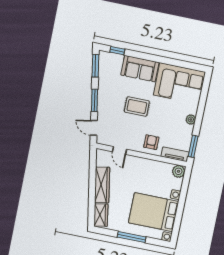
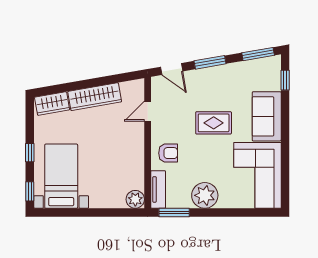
rug: (137, 107) -> (214, 123), turned 90
plant: (191, 119) -> (205, 195), width x1.87, depth x1.87
door: (94, 128) -> (172, 69), swing flipped
bed with nightstands: (154, 212) -> (61, 176), width x0.73
window: (132, 237) -> (30, 153), width x0.46
window: (158, 242) -> (30, 191), added

